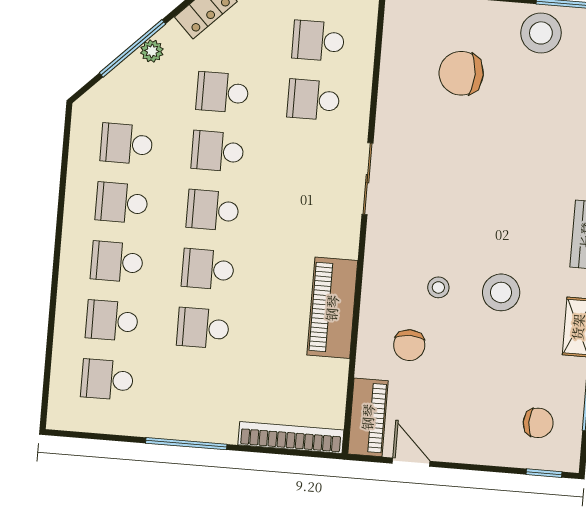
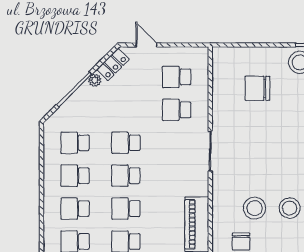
plant: (152, 51) -> (95, 80), moved
school desk: (222, 92) -> (126, 110), removed
stool: (438, 287) -> (255, 208), width x1.89, depth x1.89

